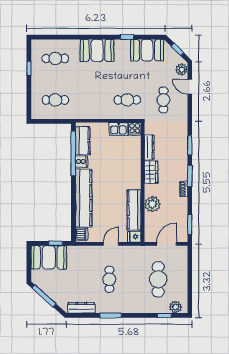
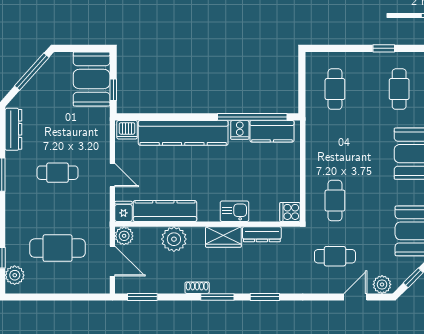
kitchen sink: (118, 129) -> (234, 211), moved, turned 90
plant: (150, 236) -> (124, 236), added

